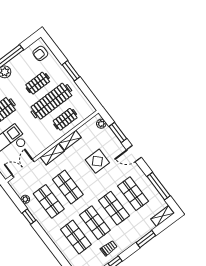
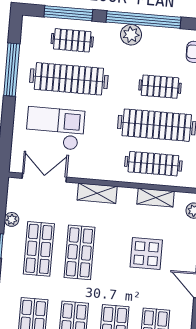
clothes rail: (65, 119) -> (153, 164), width x1.36
shelving: (70, 140) -> (156, 198), moved

